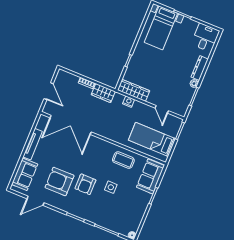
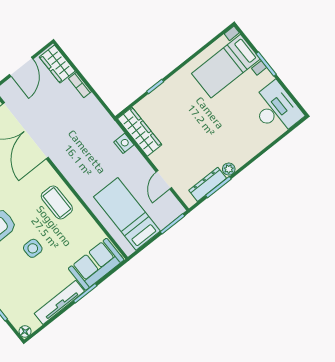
desk: (205, 38) -> (276, 109), width x1.37
dresser: (200, 68) -> (208, 184), moved
wardrobe: (103, 93) -> (57, 64), moved
coffee table: (123, 160) -> (57, 202), moved
tv unit: (142, 209) -> (59, 302), added

